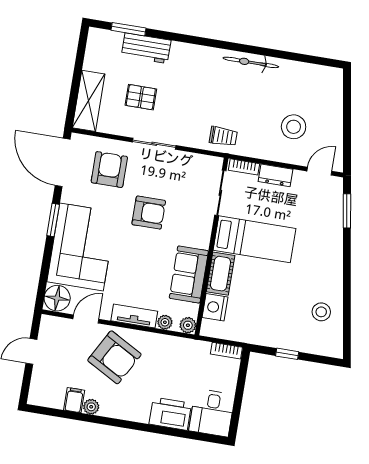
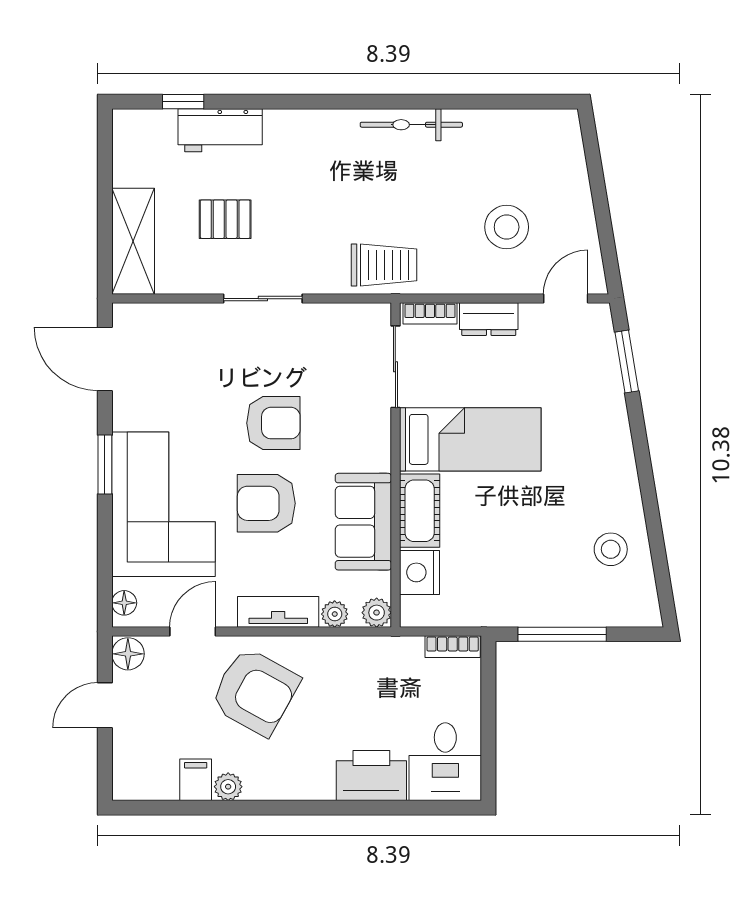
window: (129, 29) -> (183, 102), width x0.67
trolley: (223, 136) -> (384, 265), width x1.36, depth x1.39
door: (63, 162) -> (105, 359), width x0.73
armchair: (109, 170) -> (266, 503), moved, turned -90
floor lamp: (57, 298) -> (124, 603), width x0.53, depth x0.53
floor lamp: (49, 325) -> (128, 654), added
window: (287, 354) -> (562, 634), width x2.17

